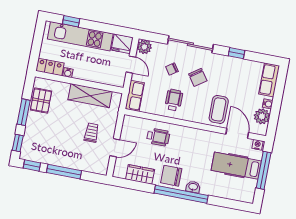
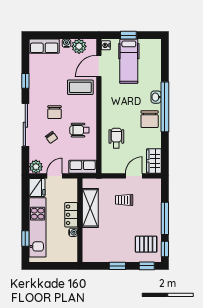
locker: (50, 67) -> (71, 215), moved
chair: (198, 77) -> (54, 112), turned 125
pallet: (41, 101) -> (146, 244), moved
window: (24, 112) -> (117, 266), width x0.67
door: (115, 148) -> (134, 176), hinge flipped
window: (264, 170) -> (128, 35), width x0.46
wardrobe: (140, 174) -> (154, 161), moved

